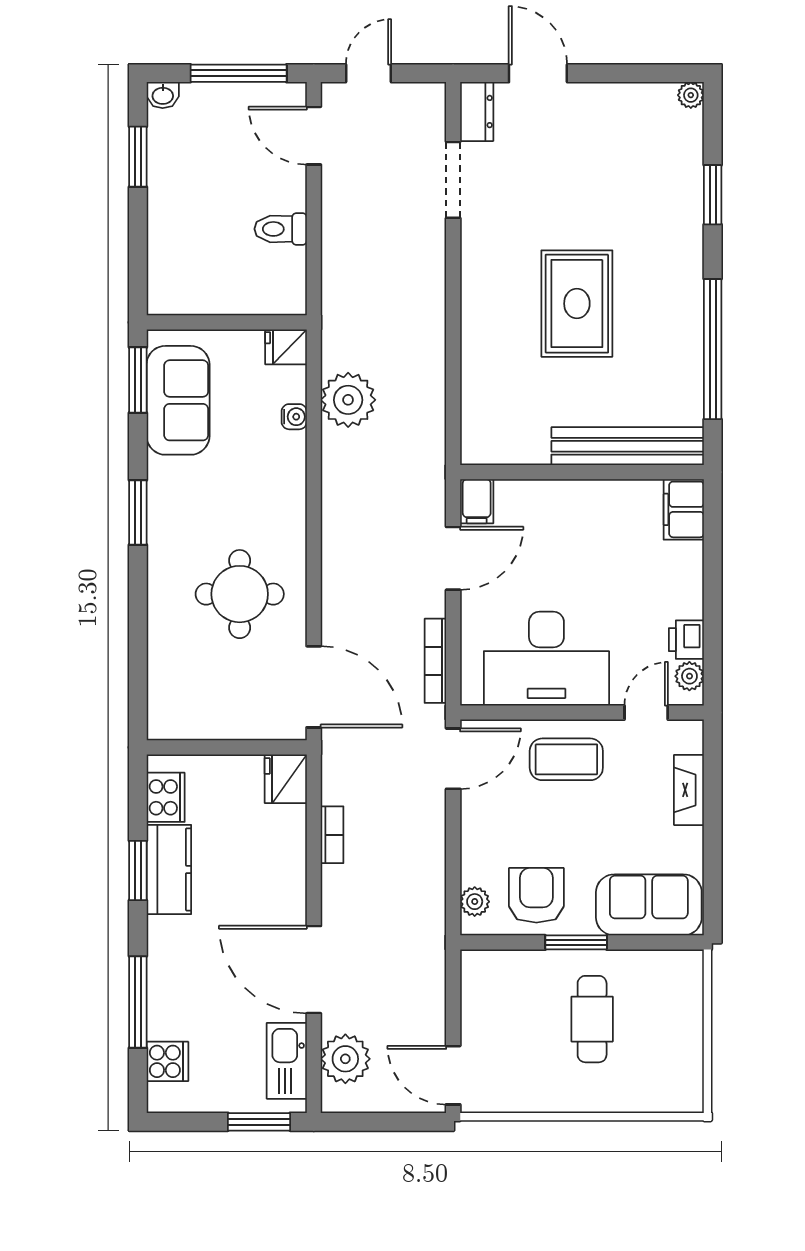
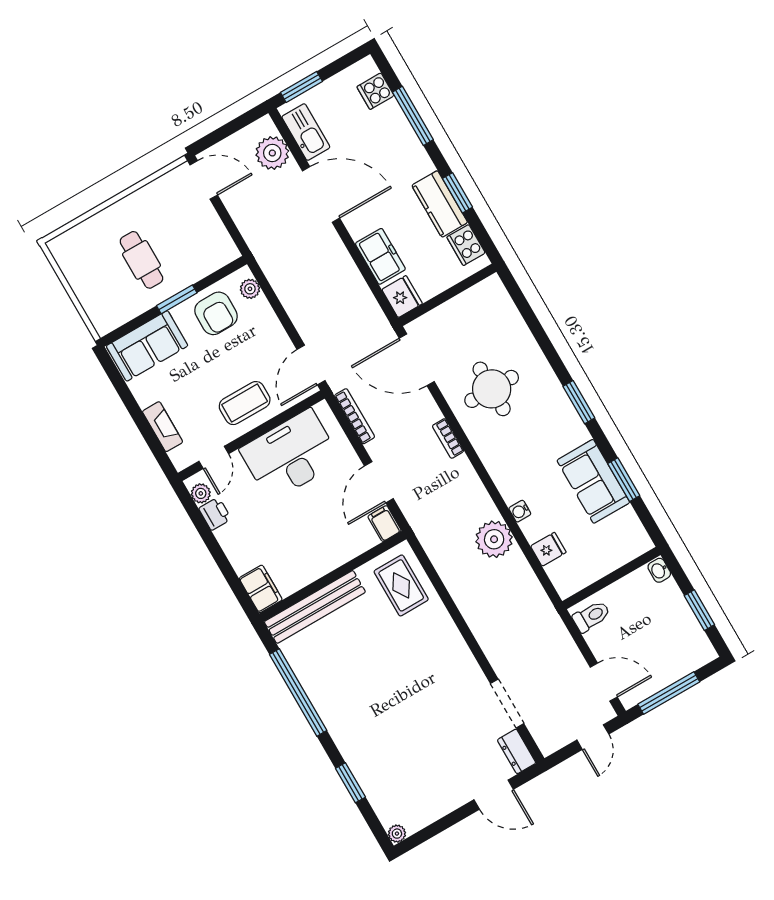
washbasin: (163, 95) -> (659, 570), moved, turned -90
rug: (577, 304) -> (401, 585), moved, width x0.73, depth x0.70
wall: (227, 322) -> (611, 578), moved
bookcase: (332, 835) -> (448, 438), moved
freezer: (284, 846) -> (380, 256), added

